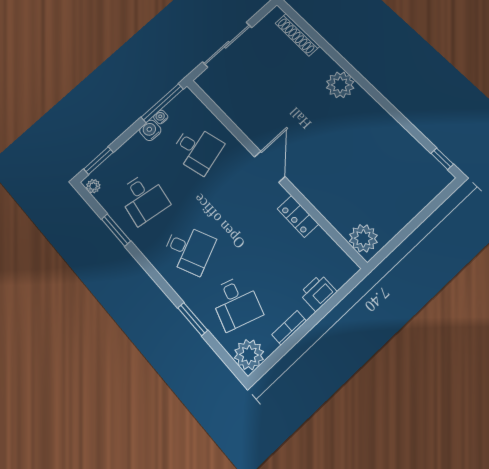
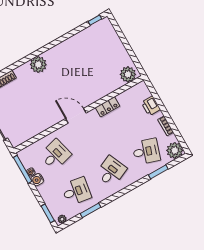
window: (193, 319) -> (158, 172), moved

